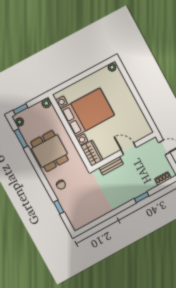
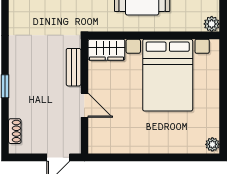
door: (129, 149) -> (84, 105), hinge flipped

